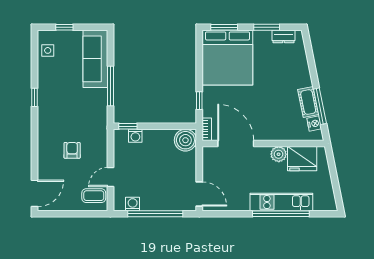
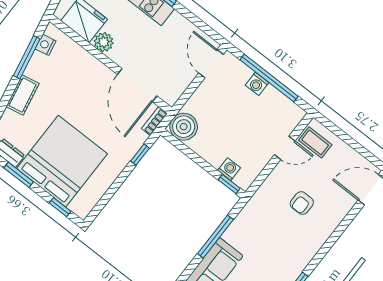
window: (224, 27) -> (60, 207), width x0.67
bed: (227, 58) -> (62, 161), moved
cot: (308, 102) -> (23, 95), moved
washing machine: (133, 204) -> (257, 84), moved

